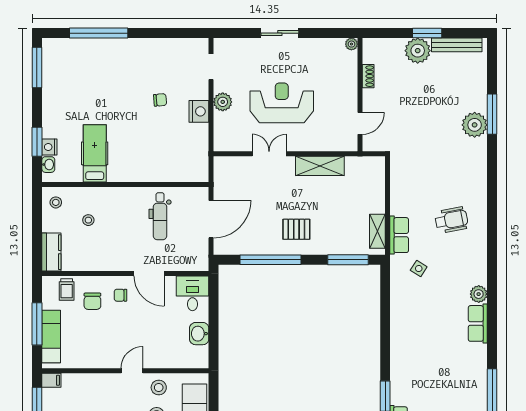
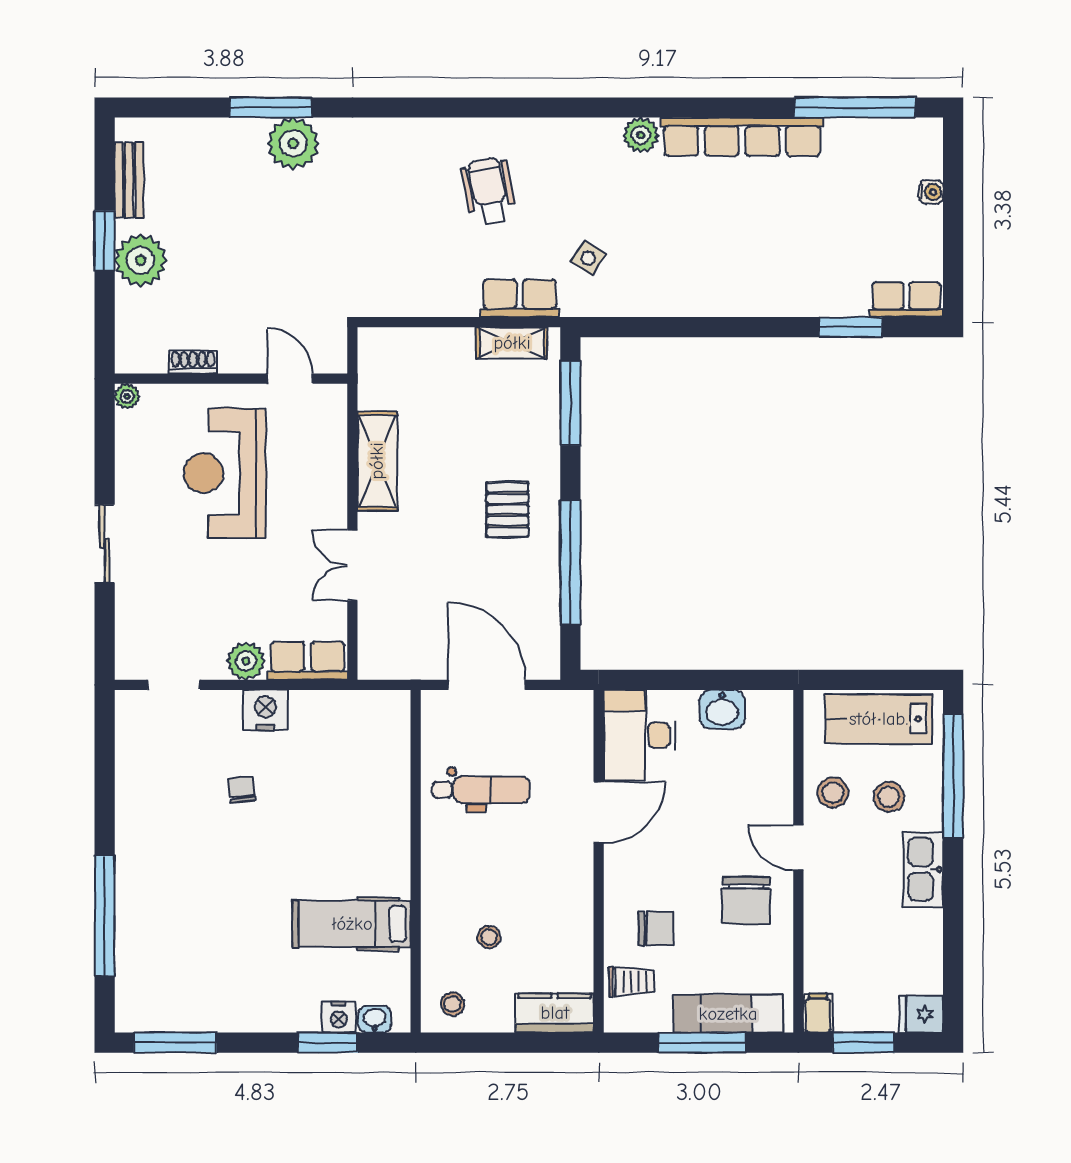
bench: (457, 45) -> (129, 180), width x0.73
reception desk: (282, 103) -> (225, 473), moved
row of seats: (223, 132) -> (307, 661), added
desk: (192, 293) -> (639, 735), width x1.37
chair: (120, 295) -> (746, 901), moved, width x1.87, depth x1.87
row of seats: (478, 323) -> (742, 137), width x2.02

